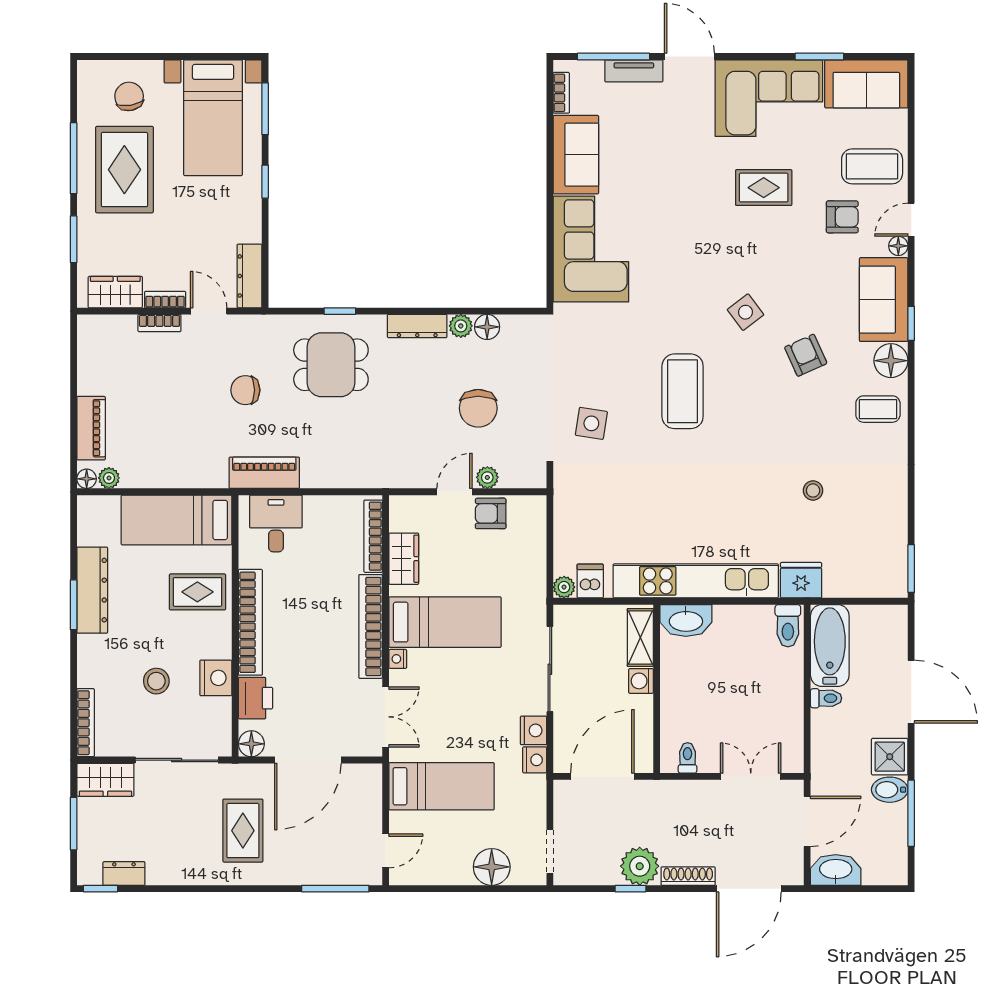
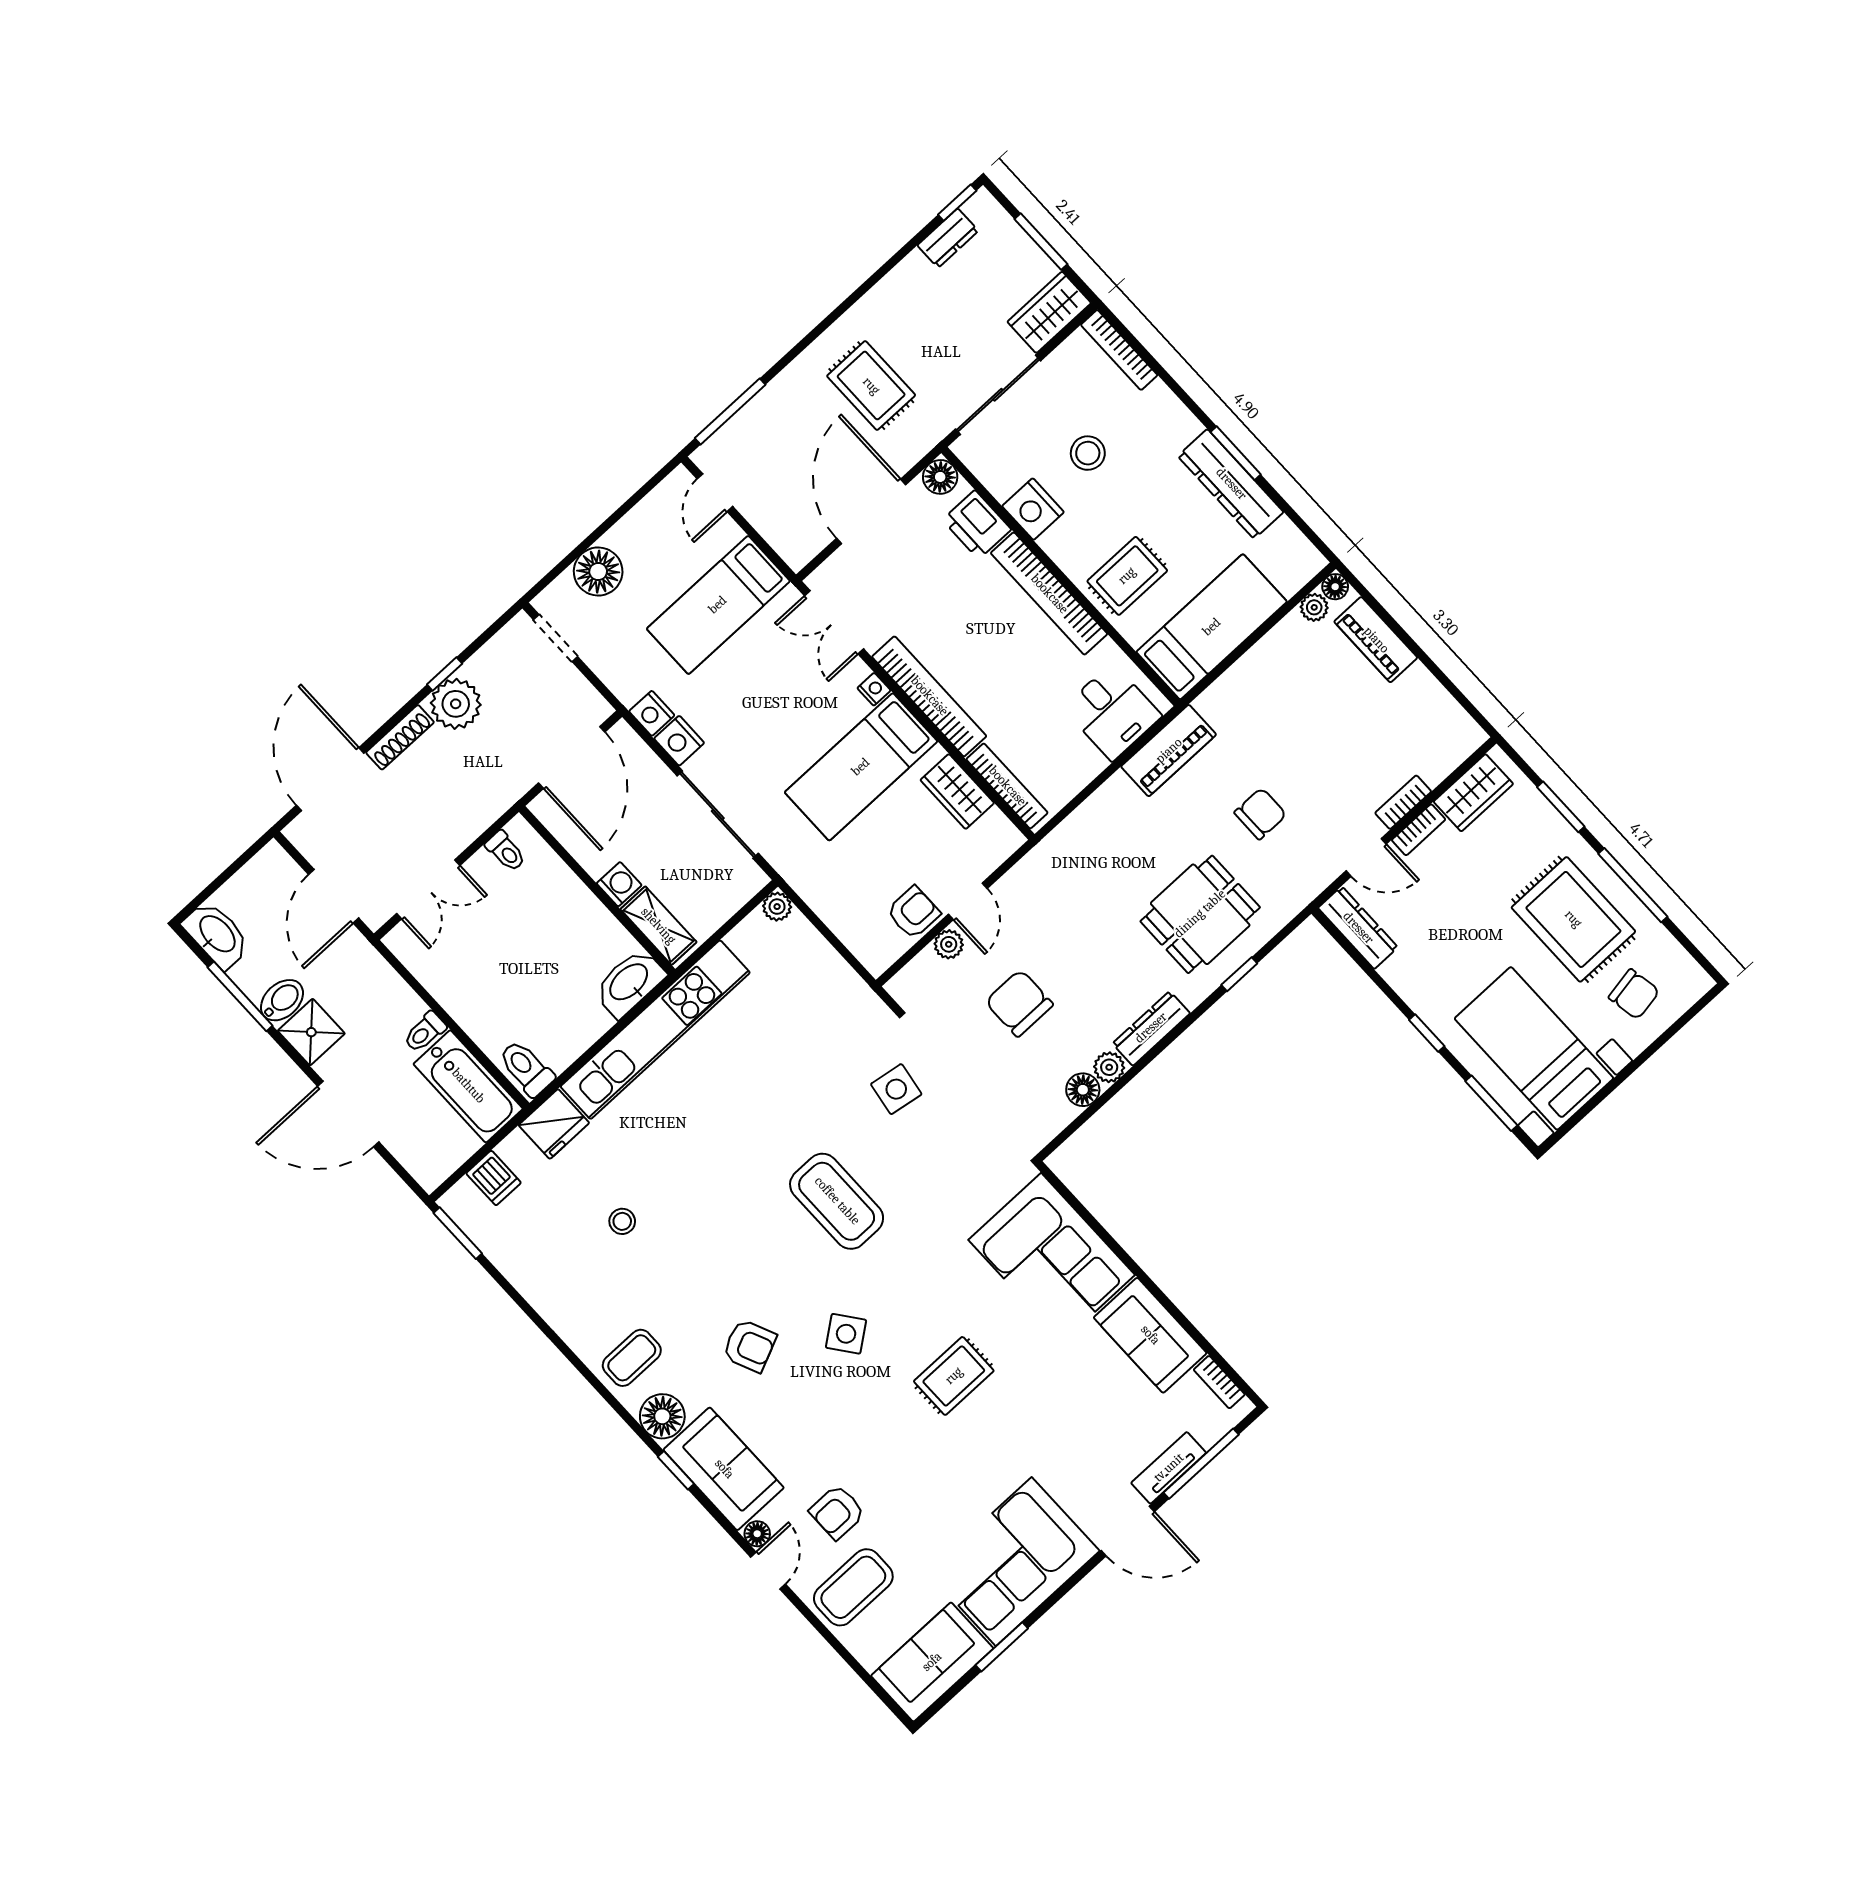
rug: (764, 188) -> (954, 1376), moved
dishwasher: (590, 581) -> (494, 1178), moved
washbasin: (836, 870) -> (217, 935), moved, turned -90

